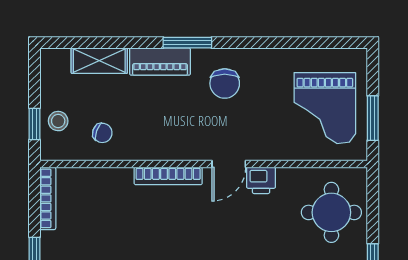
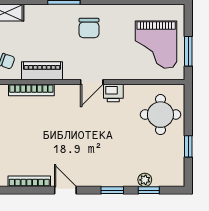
piano: (160, 62) -> (42, 71), moved, turned 180
bookcase: (168, 176) -> (31, 90), moved

